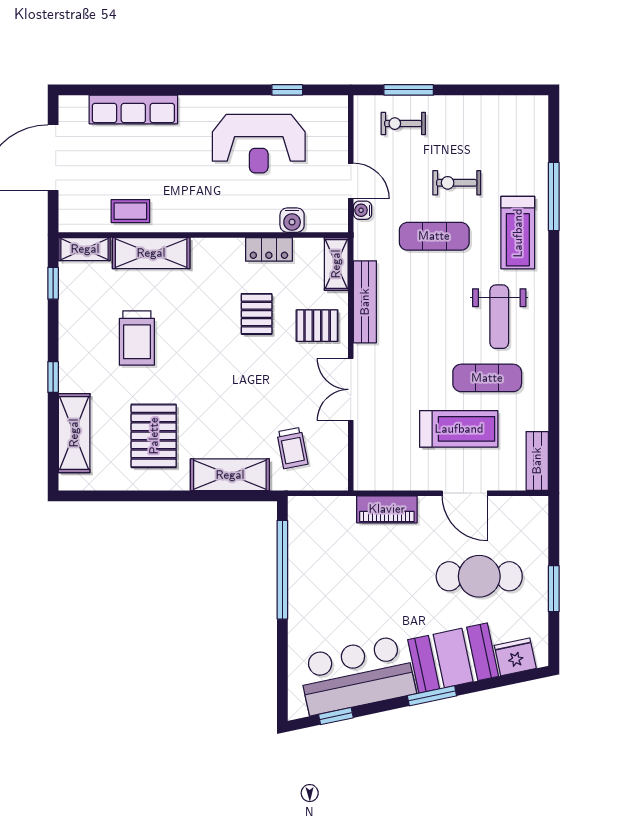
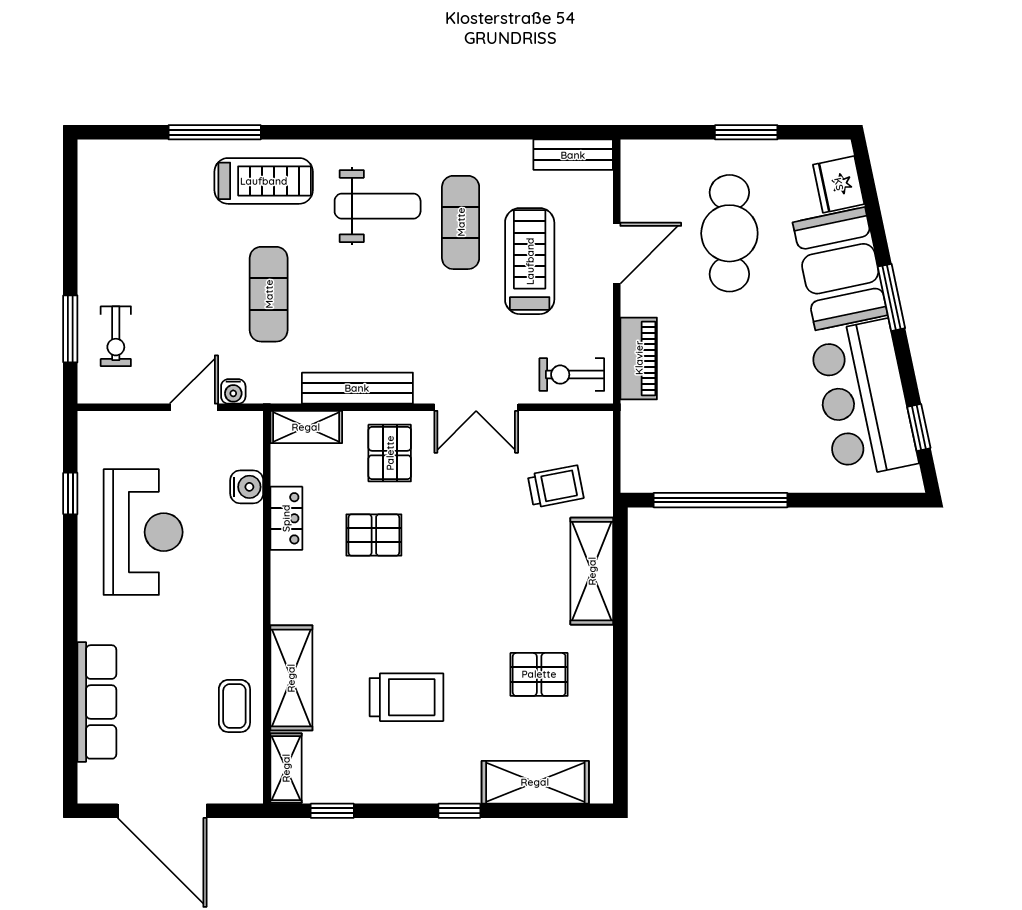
exercise bike: (457, 183) -> (572, 375), moved, turned 90
pallet: (154, 436) -> (539, 674), width x0.67, depth x0.71

